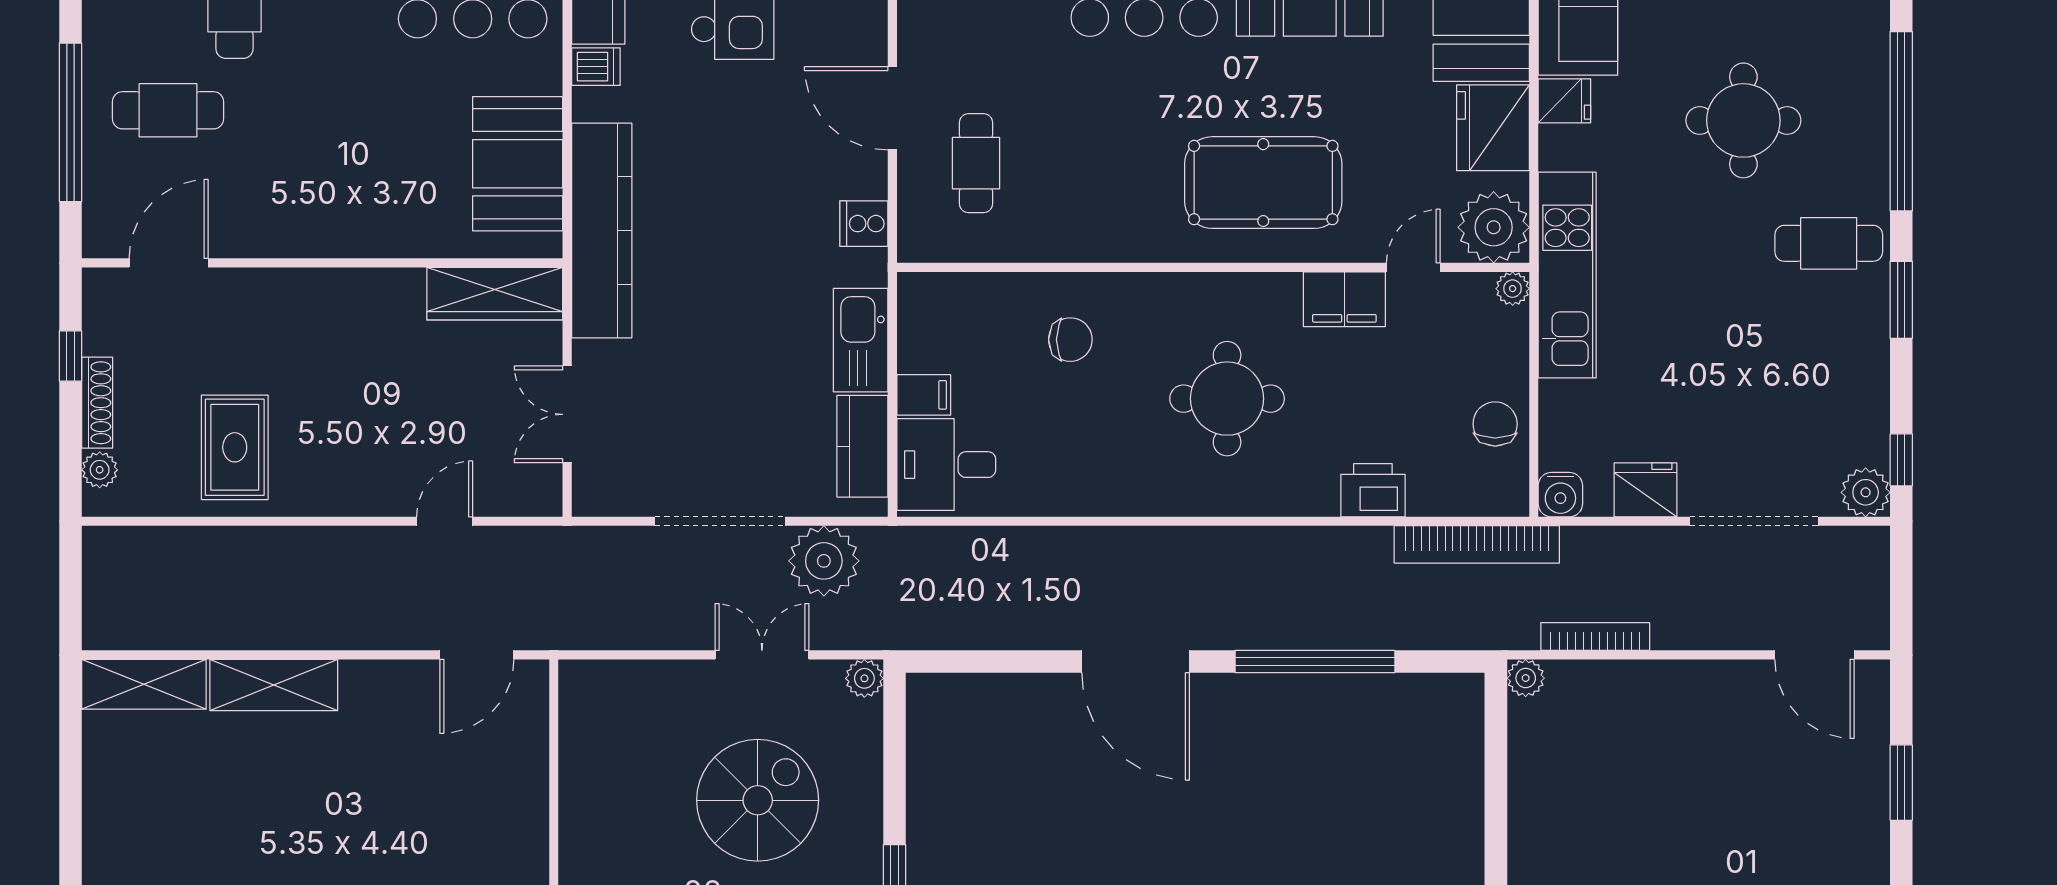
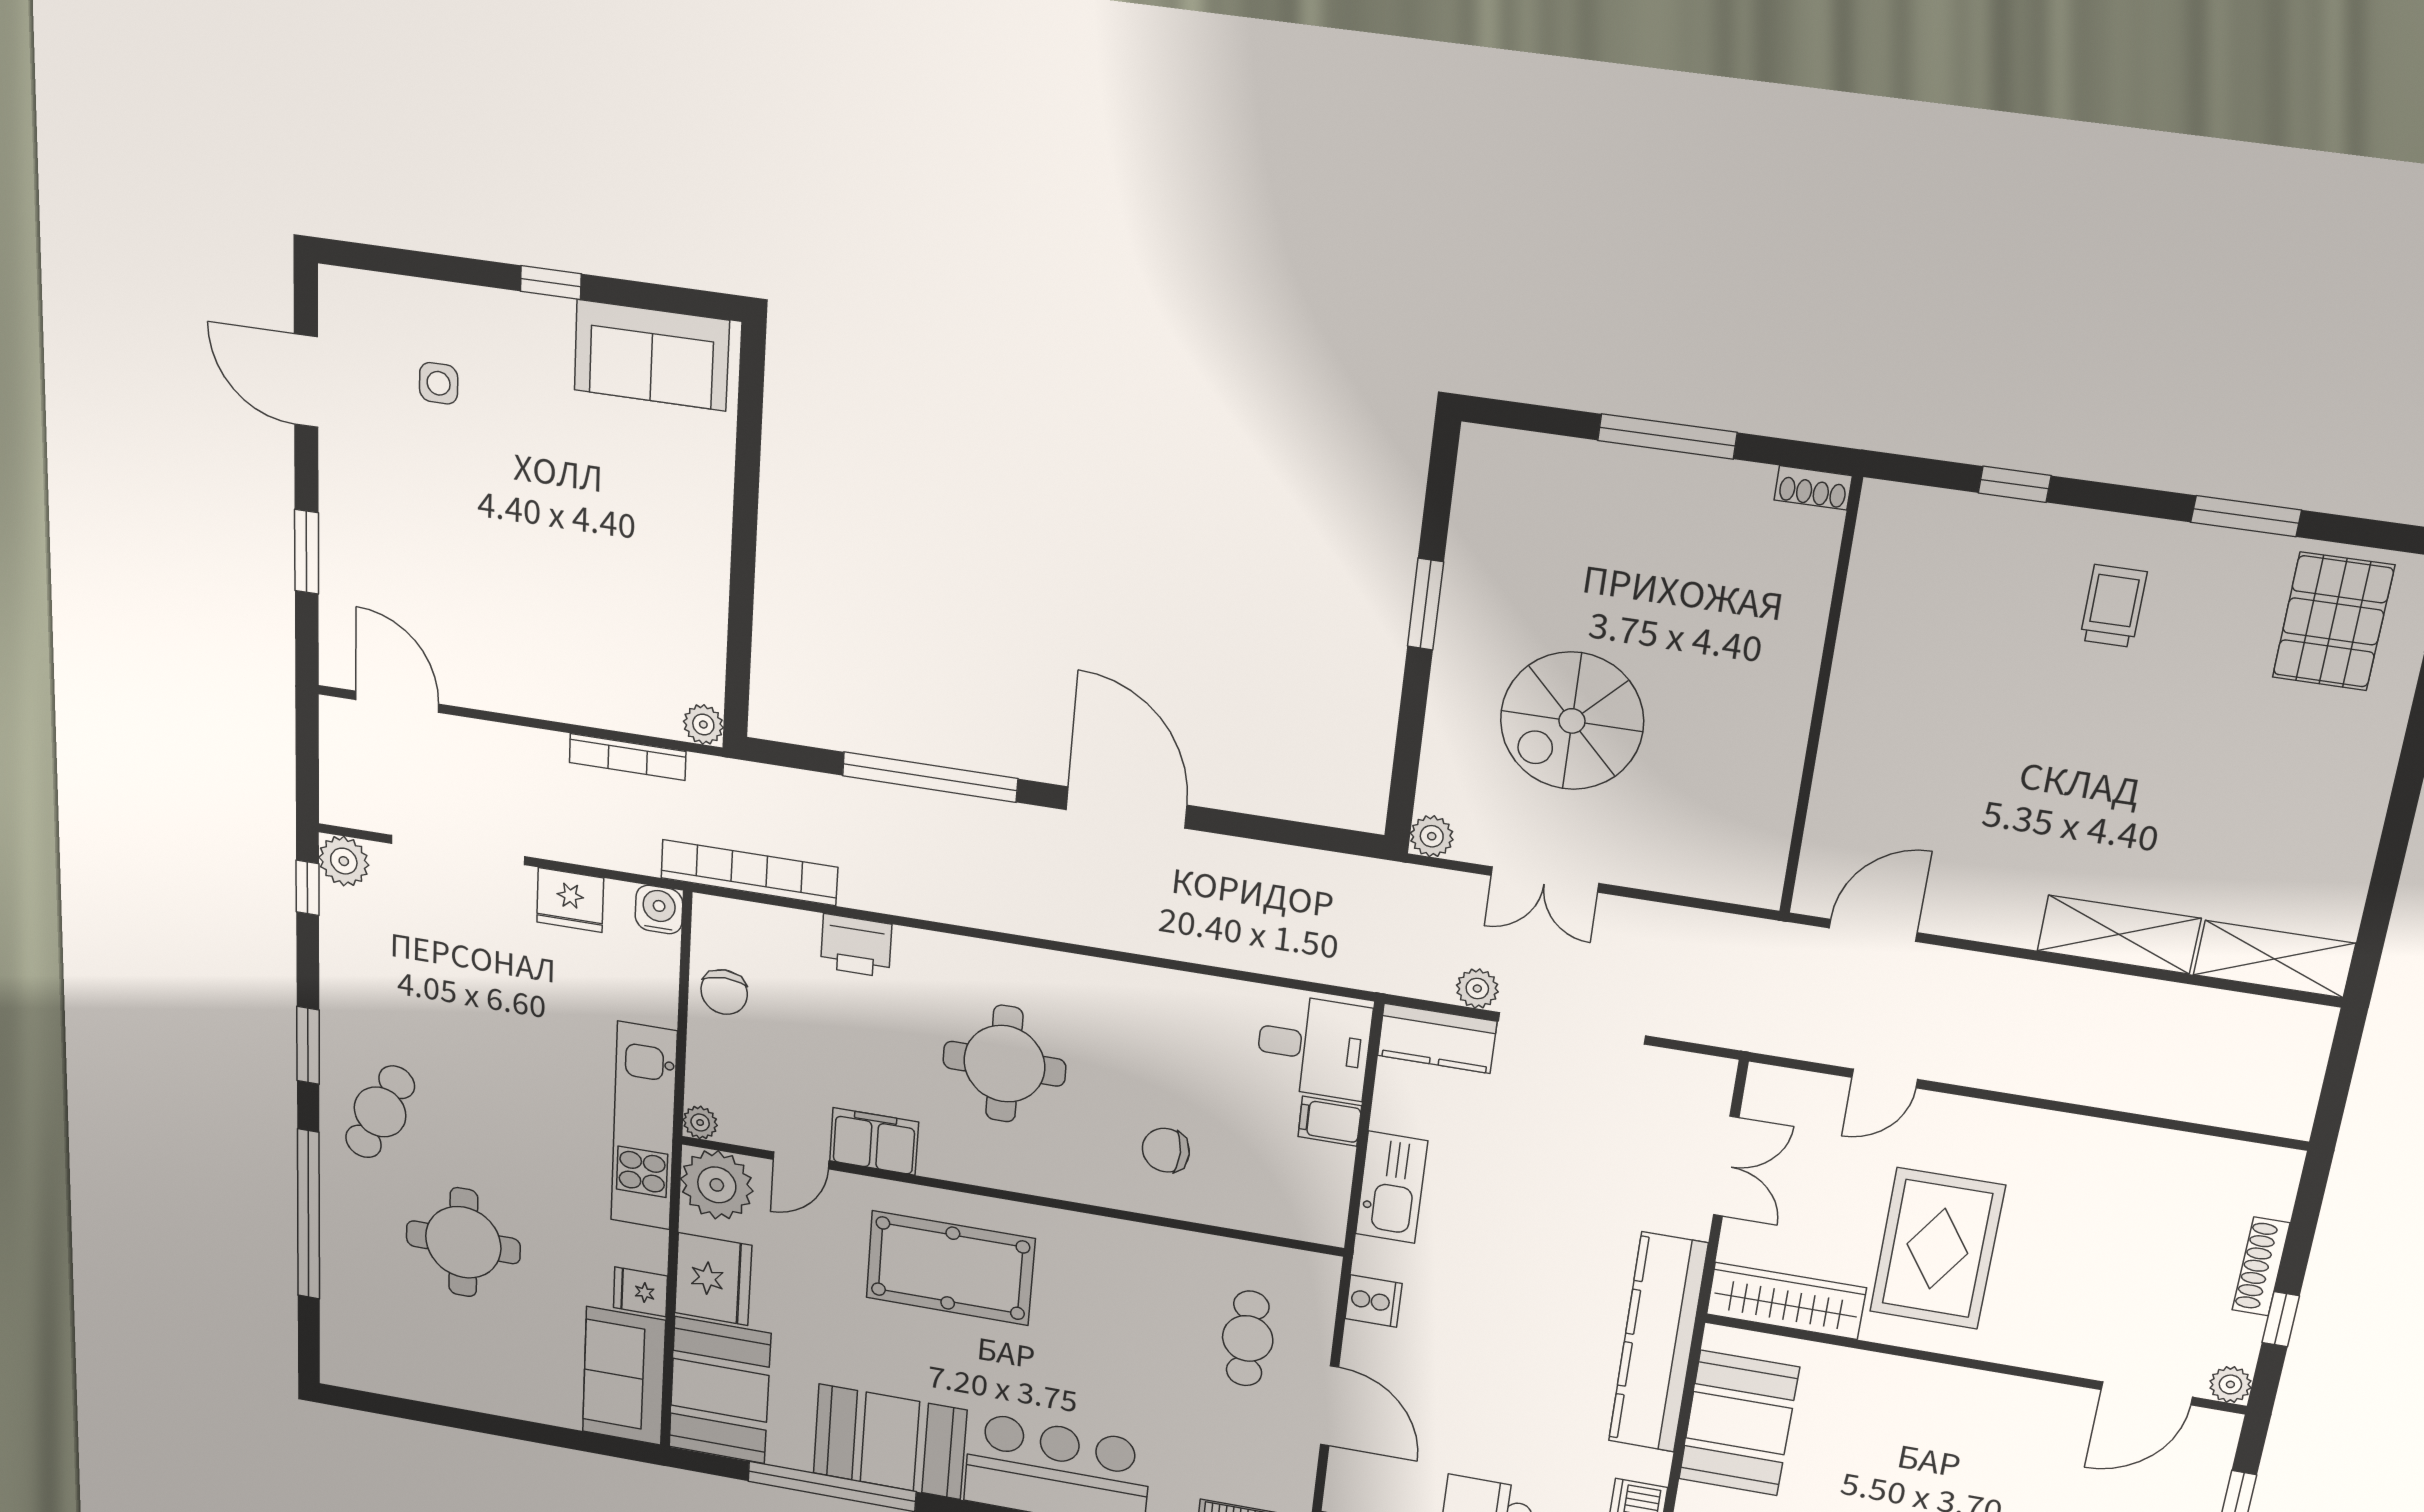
cafe table: (1829, 243) -> (380, 1112), turned -64
kitchen counter: (862, 446) -> (1437, 1038), moved, turned 90
rug: (235, 447) -> (1937, 1249), moved, width x1.36, depth x1.43
plant: (100, 470) -> (2230, 1384), moved
plant: (824, 561) -> (1477, 988), width x0.53, depth x0.53

